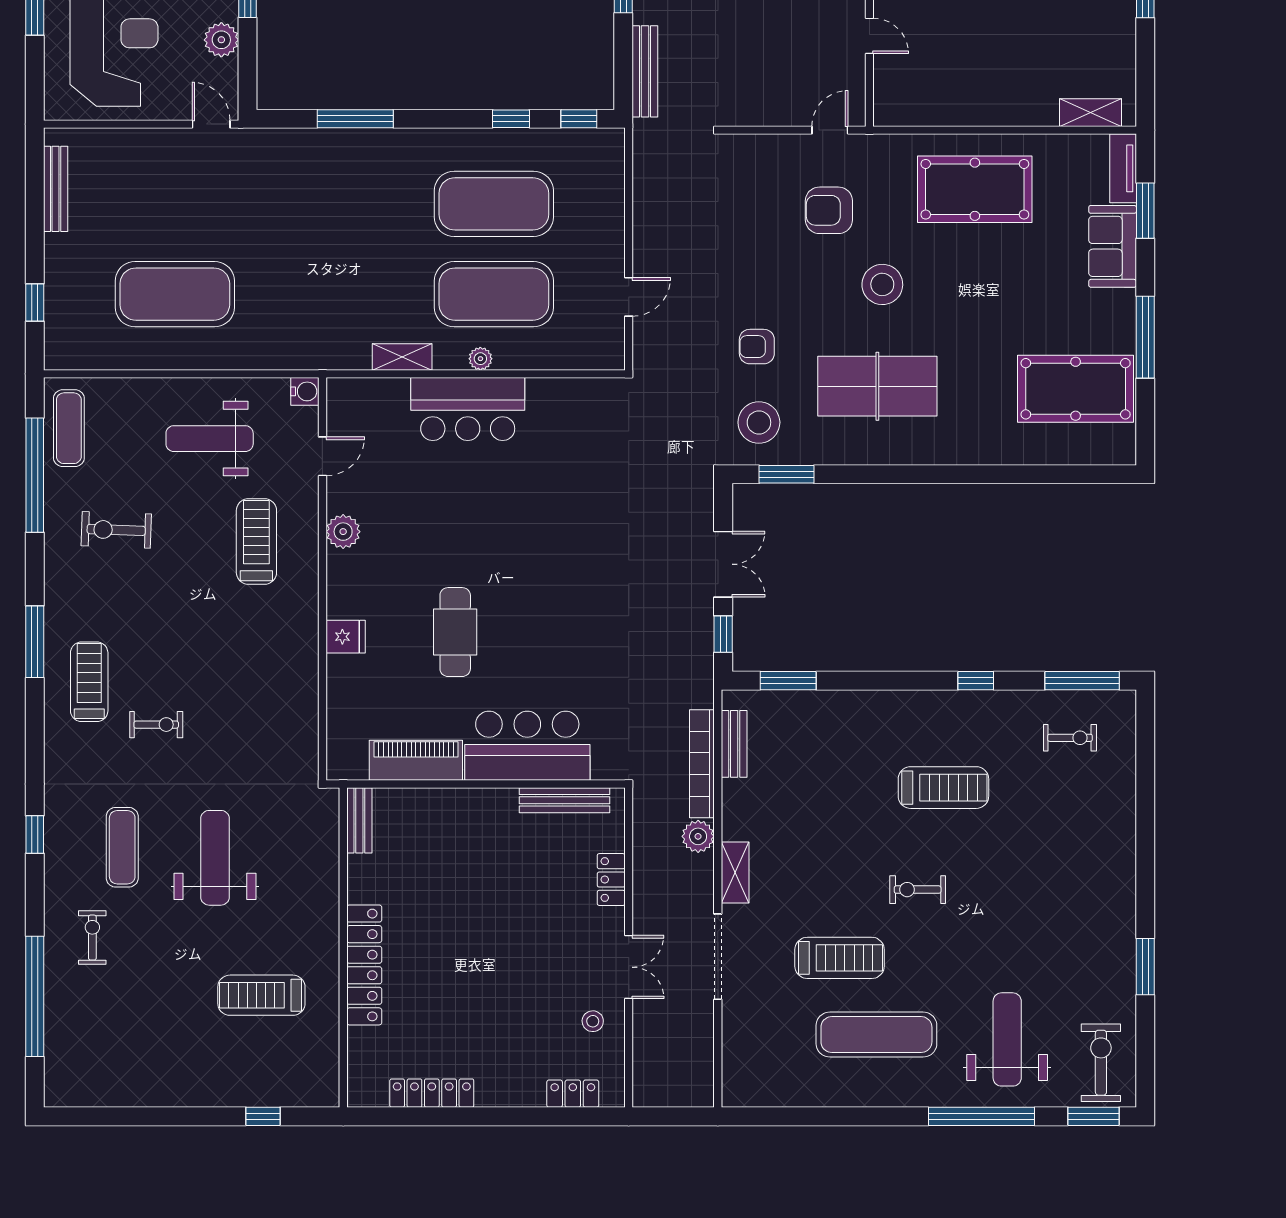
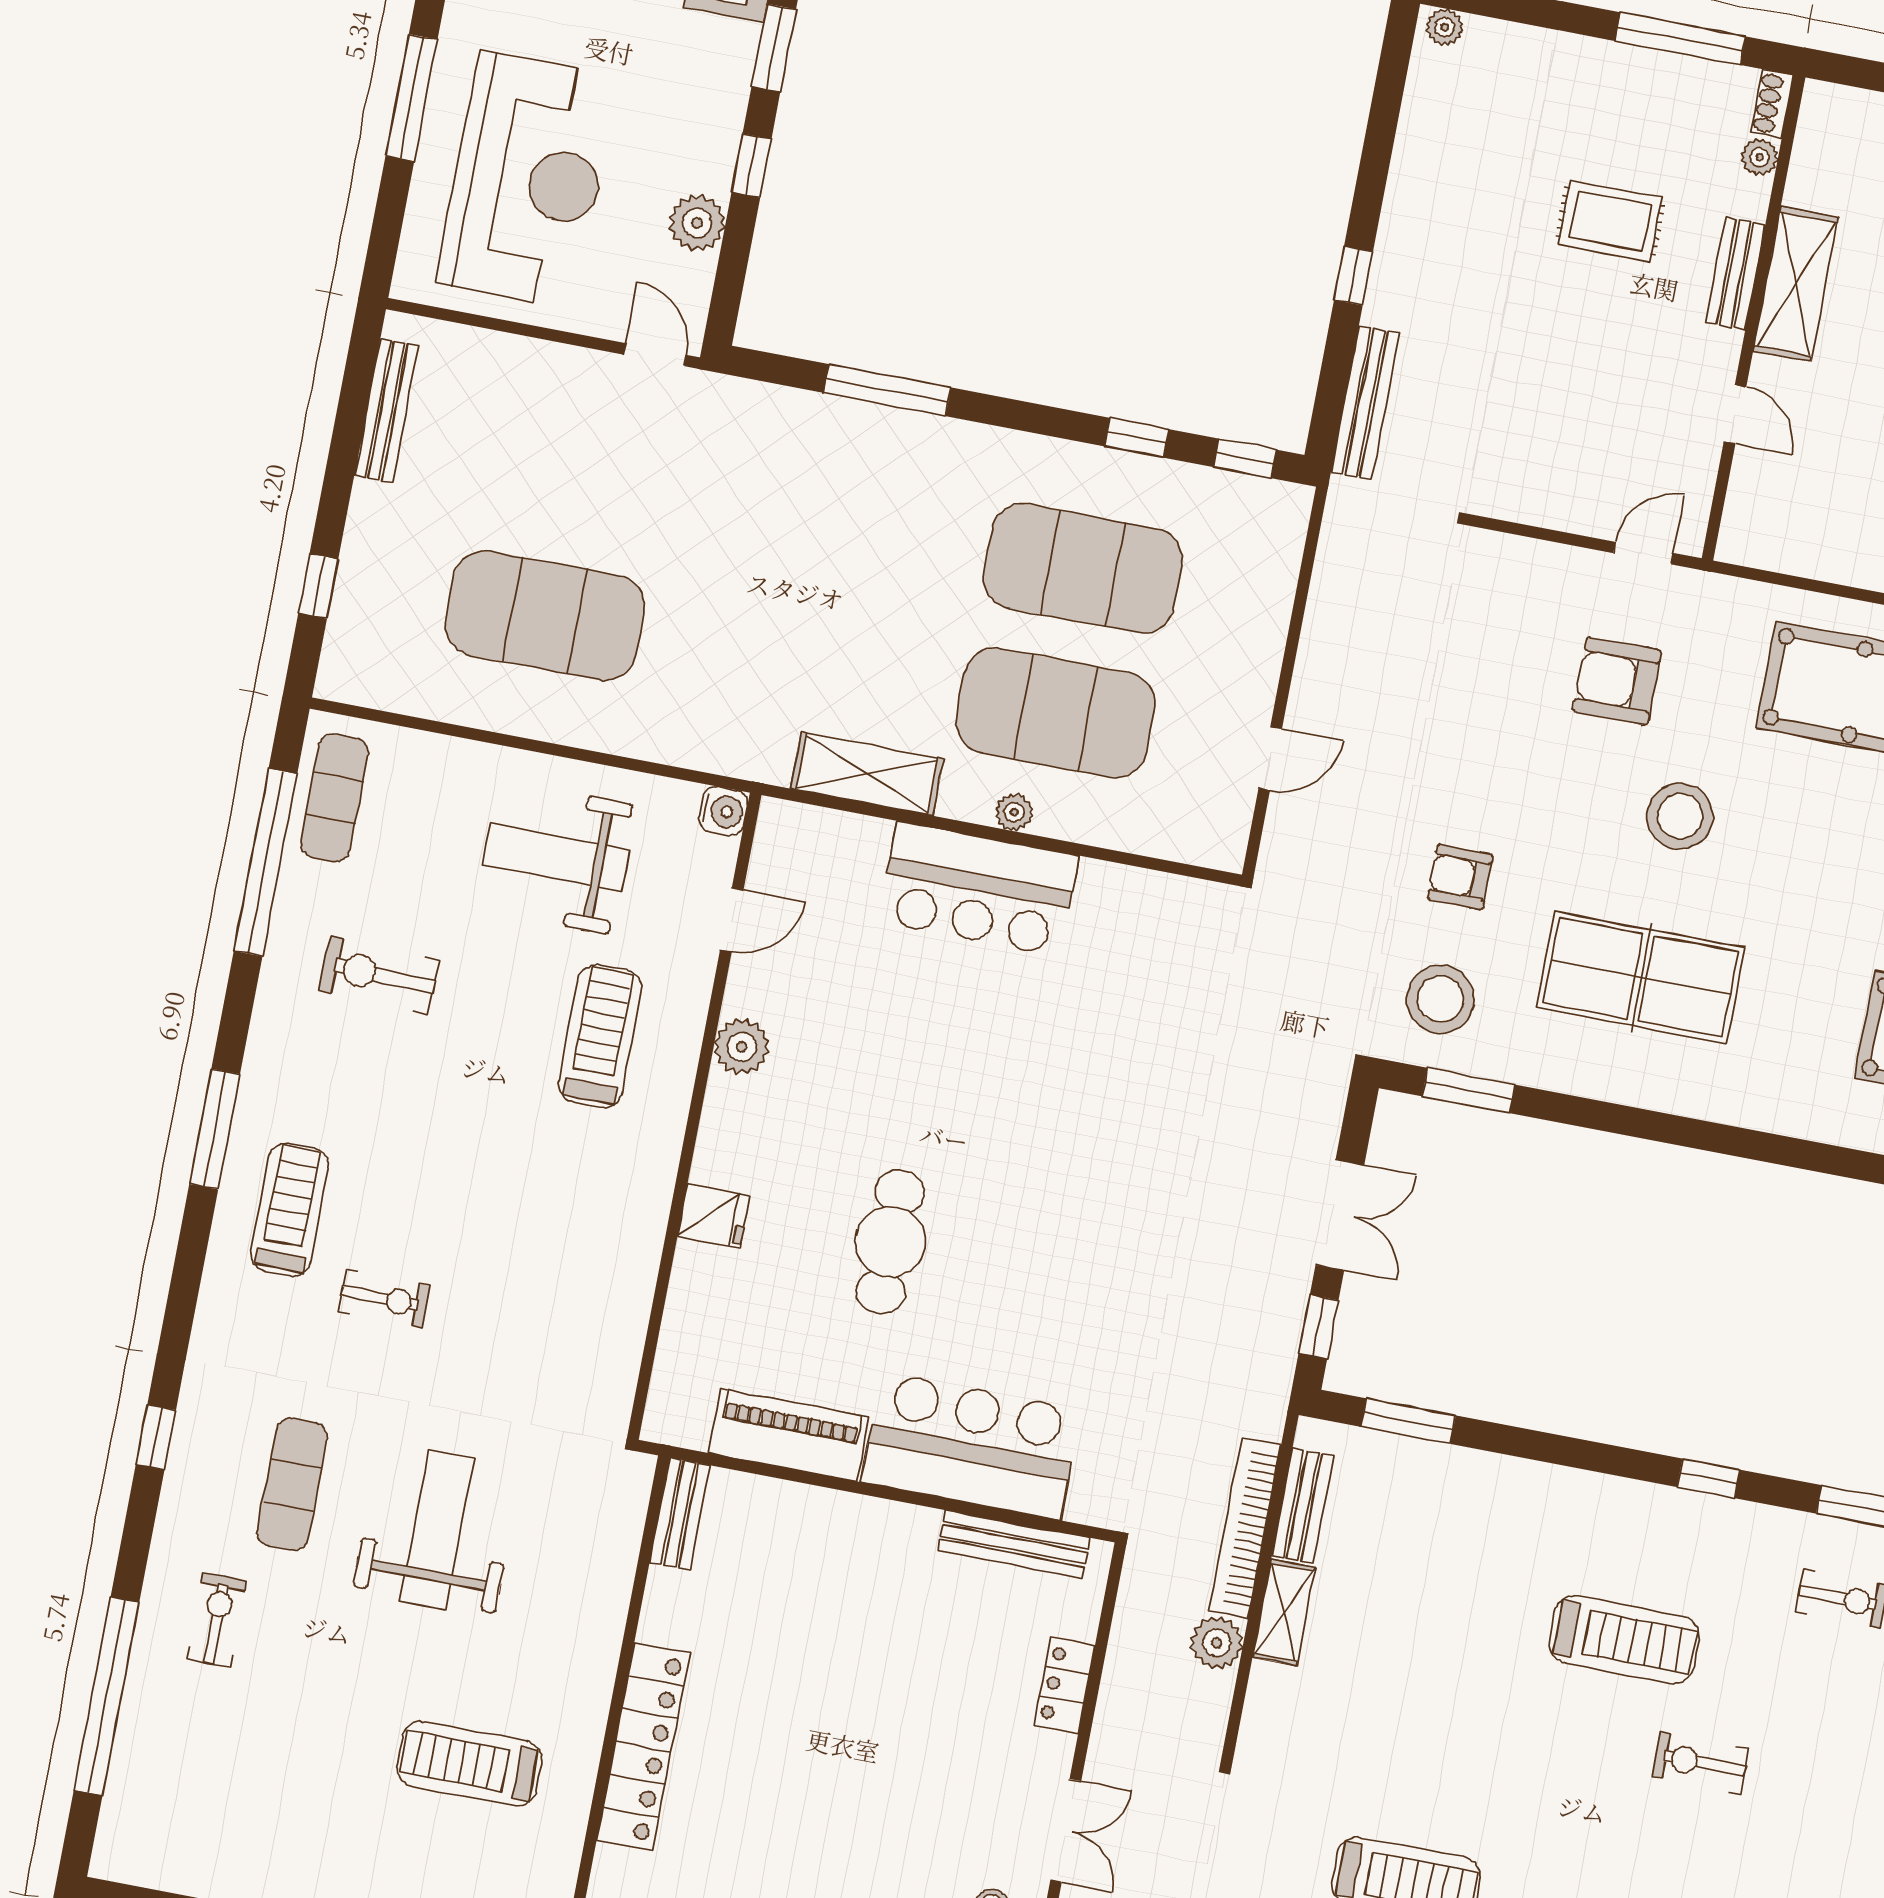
shelving: (402, 357) -> (867, 774), width x1.50, depth x1.33
shelving: (735, 873) -> (1284, 1613), moved
exercise bike: (918, 890) -> (1700, 1763), moved

